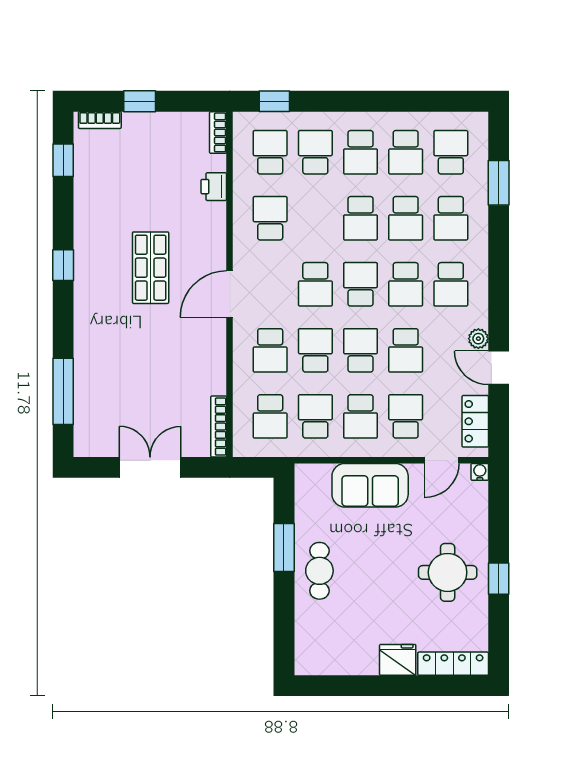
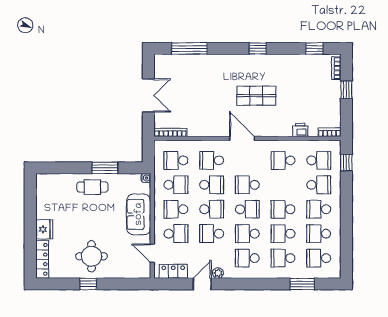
school desk: (451, 152) -> (319, 258), turned 180
school desk: (270, 218) -> (283, 160), turned 180
water cooler: (480, 472) -> (146, 178), moved

